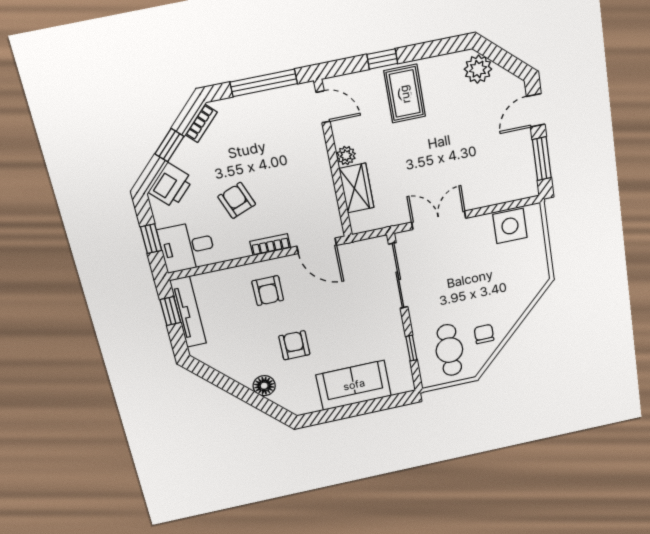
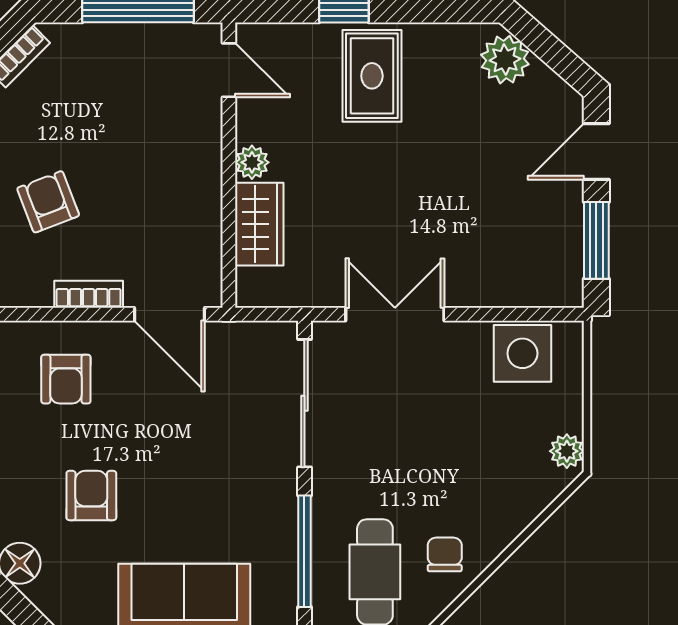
plant: (540, 270) -> (567, 451), added
window: (411, 348) -> (304, 551), width x2.17

